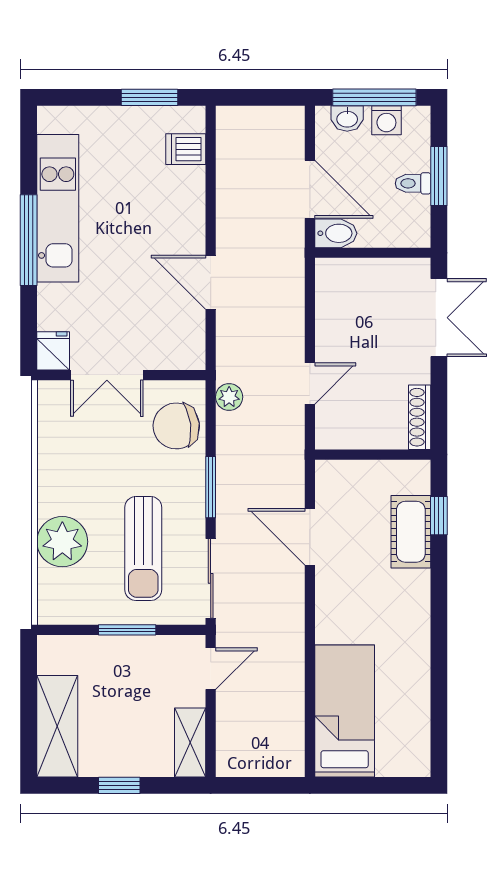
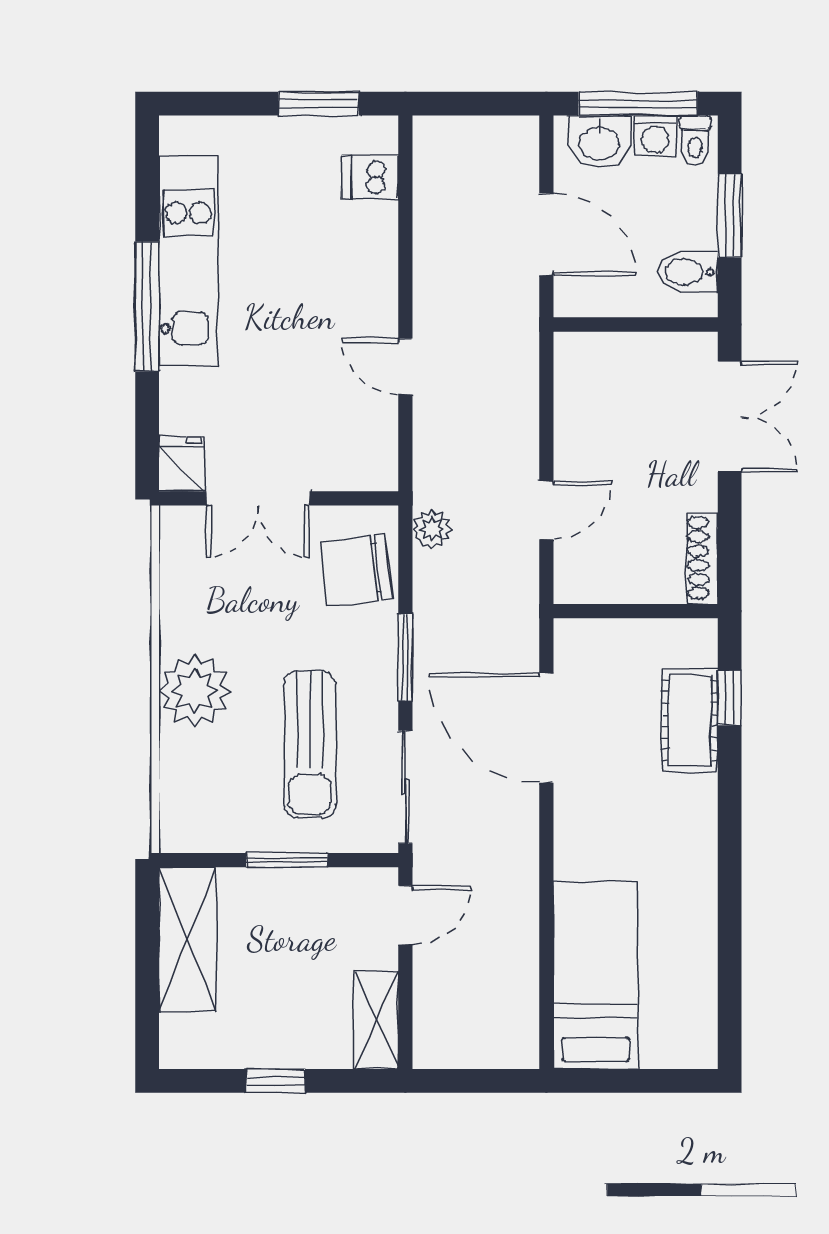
washbasin: (347, 118) -> (599, 142), width x1.38, depth x1.45
toilet: (413, 183) -> (695, 140), moved, turned -90
bidet: (336, 233) -> (688, 272), moved, turned 180
door: (211, 282) -> (405, 366), width x0.73
door: (310, 537) -> (546, 728), width x1.36
plant: (62, 542) -> (195, 690), moved
shelving: (57, 726) -> (188, 939), moved

